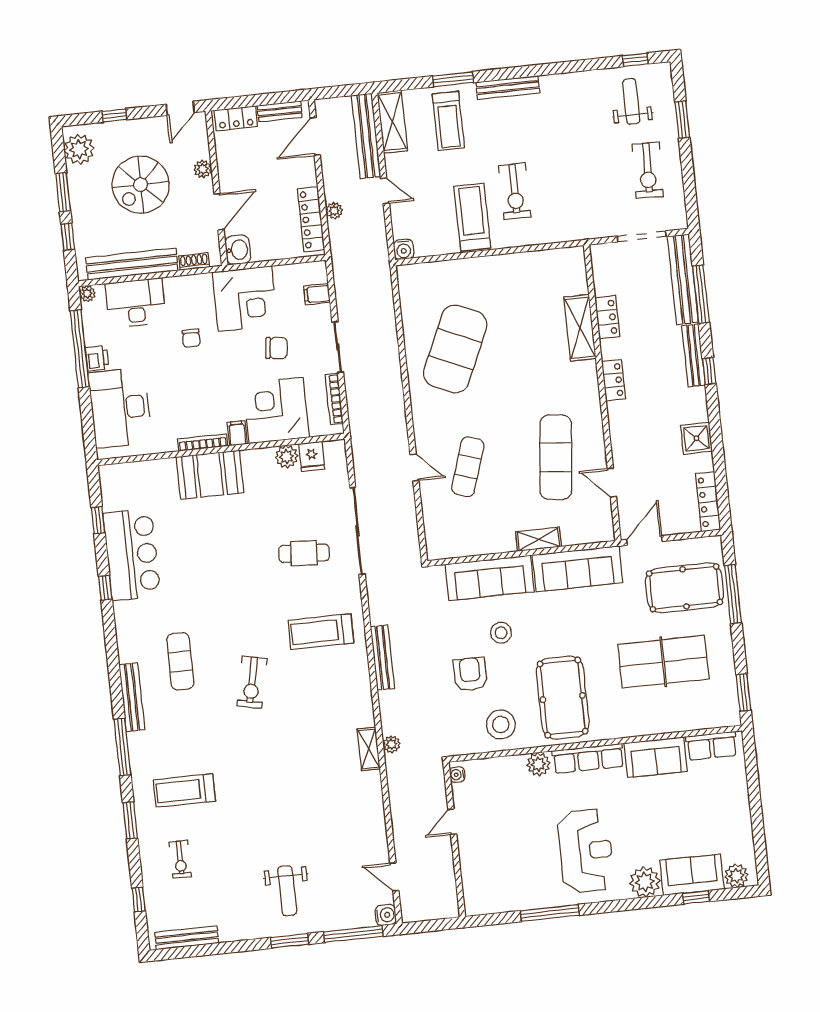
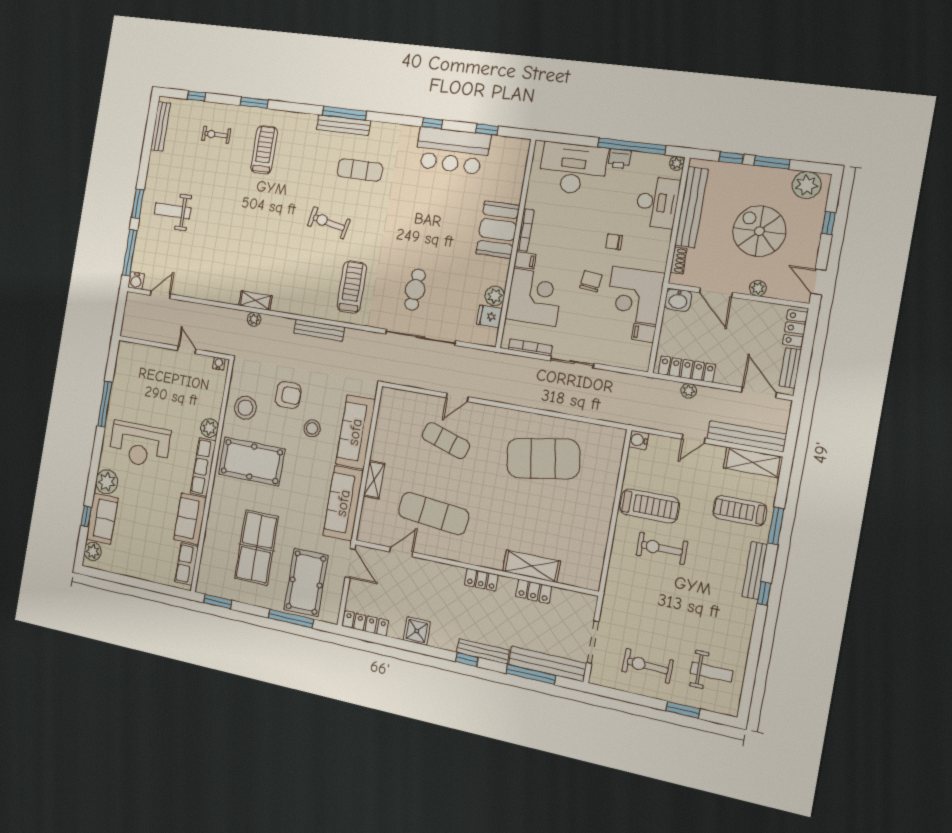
window: (635, 60) -> (764, 594), moved
filing cabinet: (317, 294) -> (644, 333), moved, turned -90
chair: (277, 348) -> (591, 281), moved, turned 180
exercise mat: (455, 349) -> (543, 459), turned -33
window: (122, 747) -> (344, 113), moved

